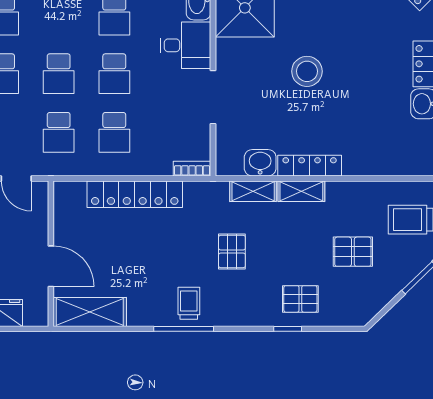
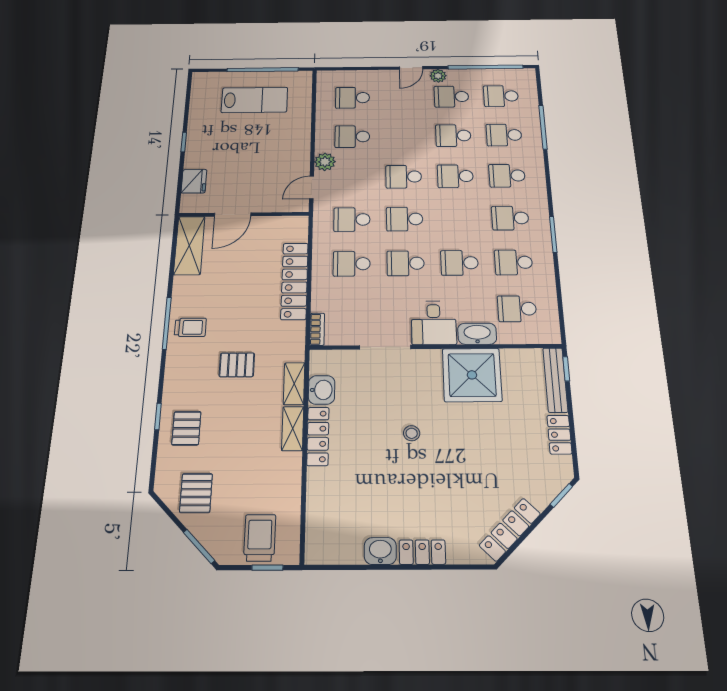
stool: (307, 71) -> (412, 433), width x0.53, depth x0.53
pallet: (353, 252) -> (196, 493), moved

